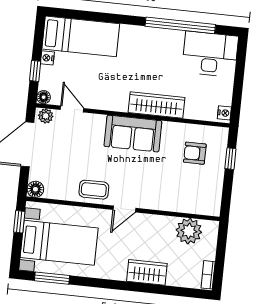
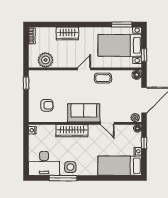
window: (180, 25) -> (63, 178), width x0.68
side table: (166, 43) -> (70, 167), added
door: (72, 109) -> (107, 123), moved
window: (230, 159) -> (26, 83), moved

